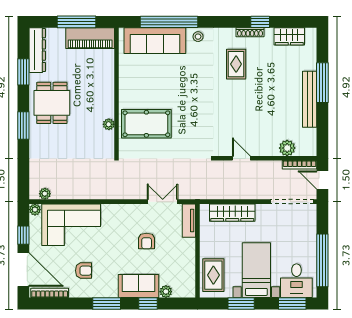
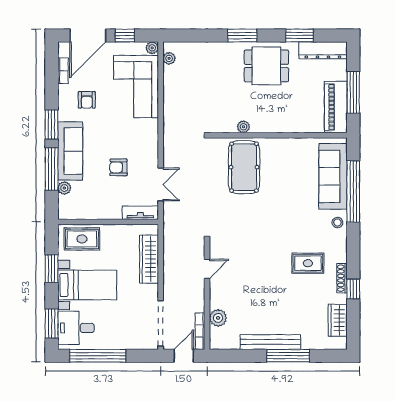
sofa: (138, 286) -> (70, 151), width x1.36
bookcase: (50, 293) -> (63, 71), width x0.64
window: (148, 303) -> (52, 169), width x2.17

